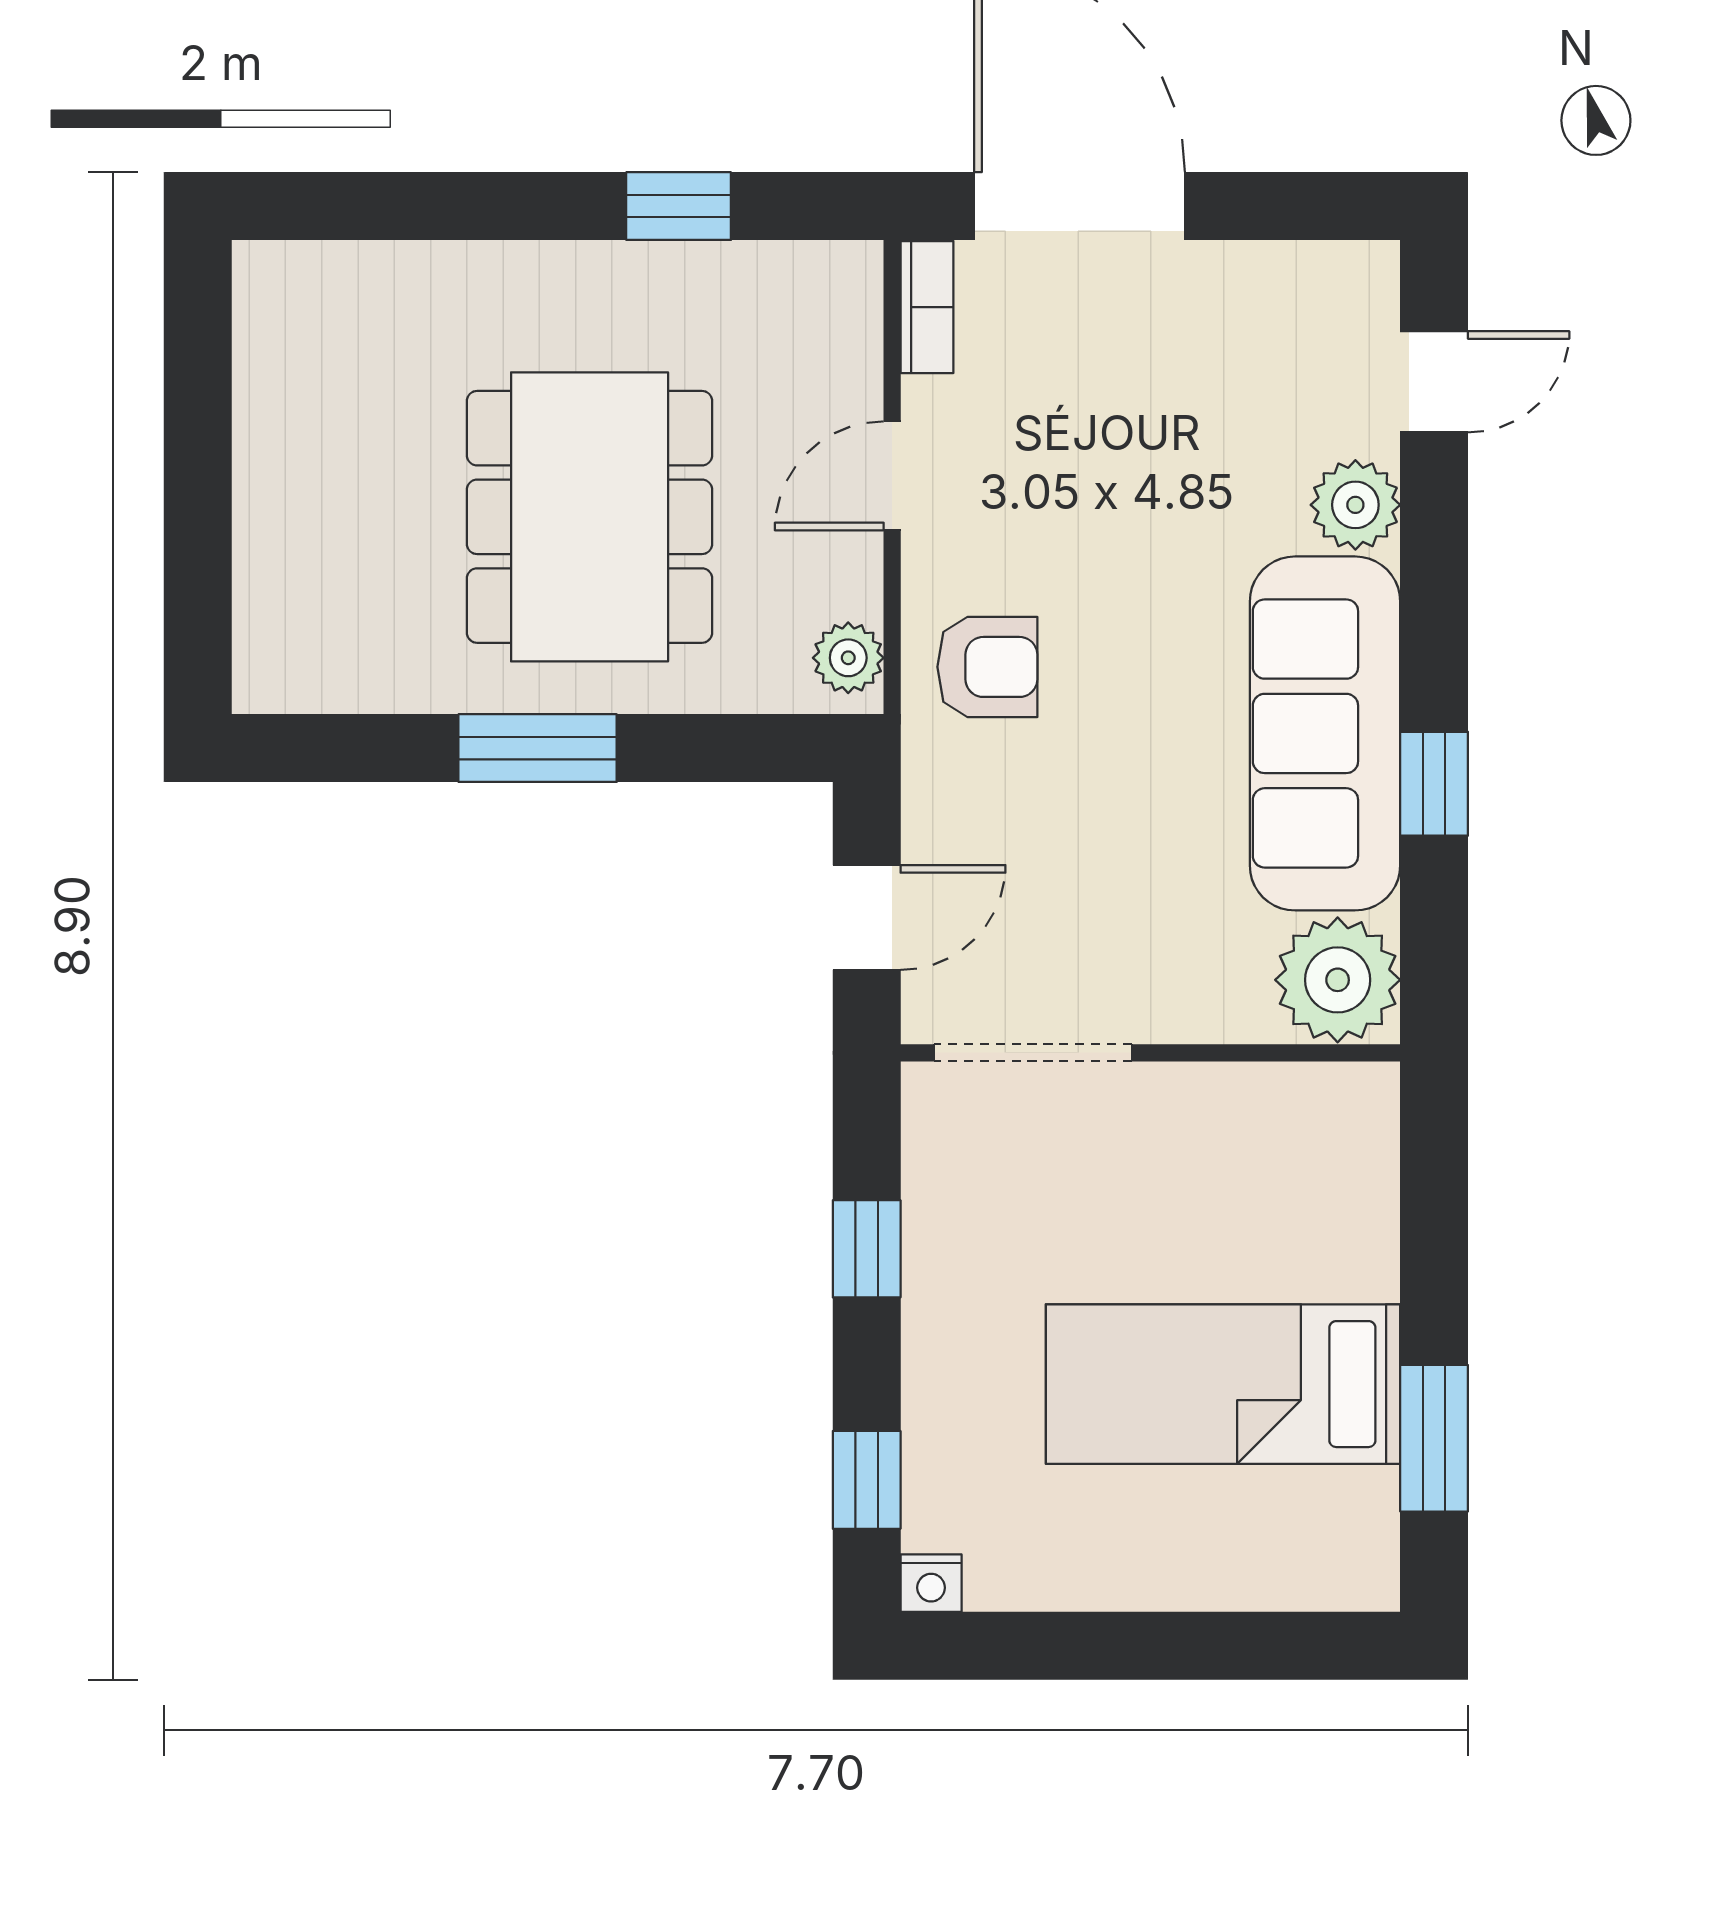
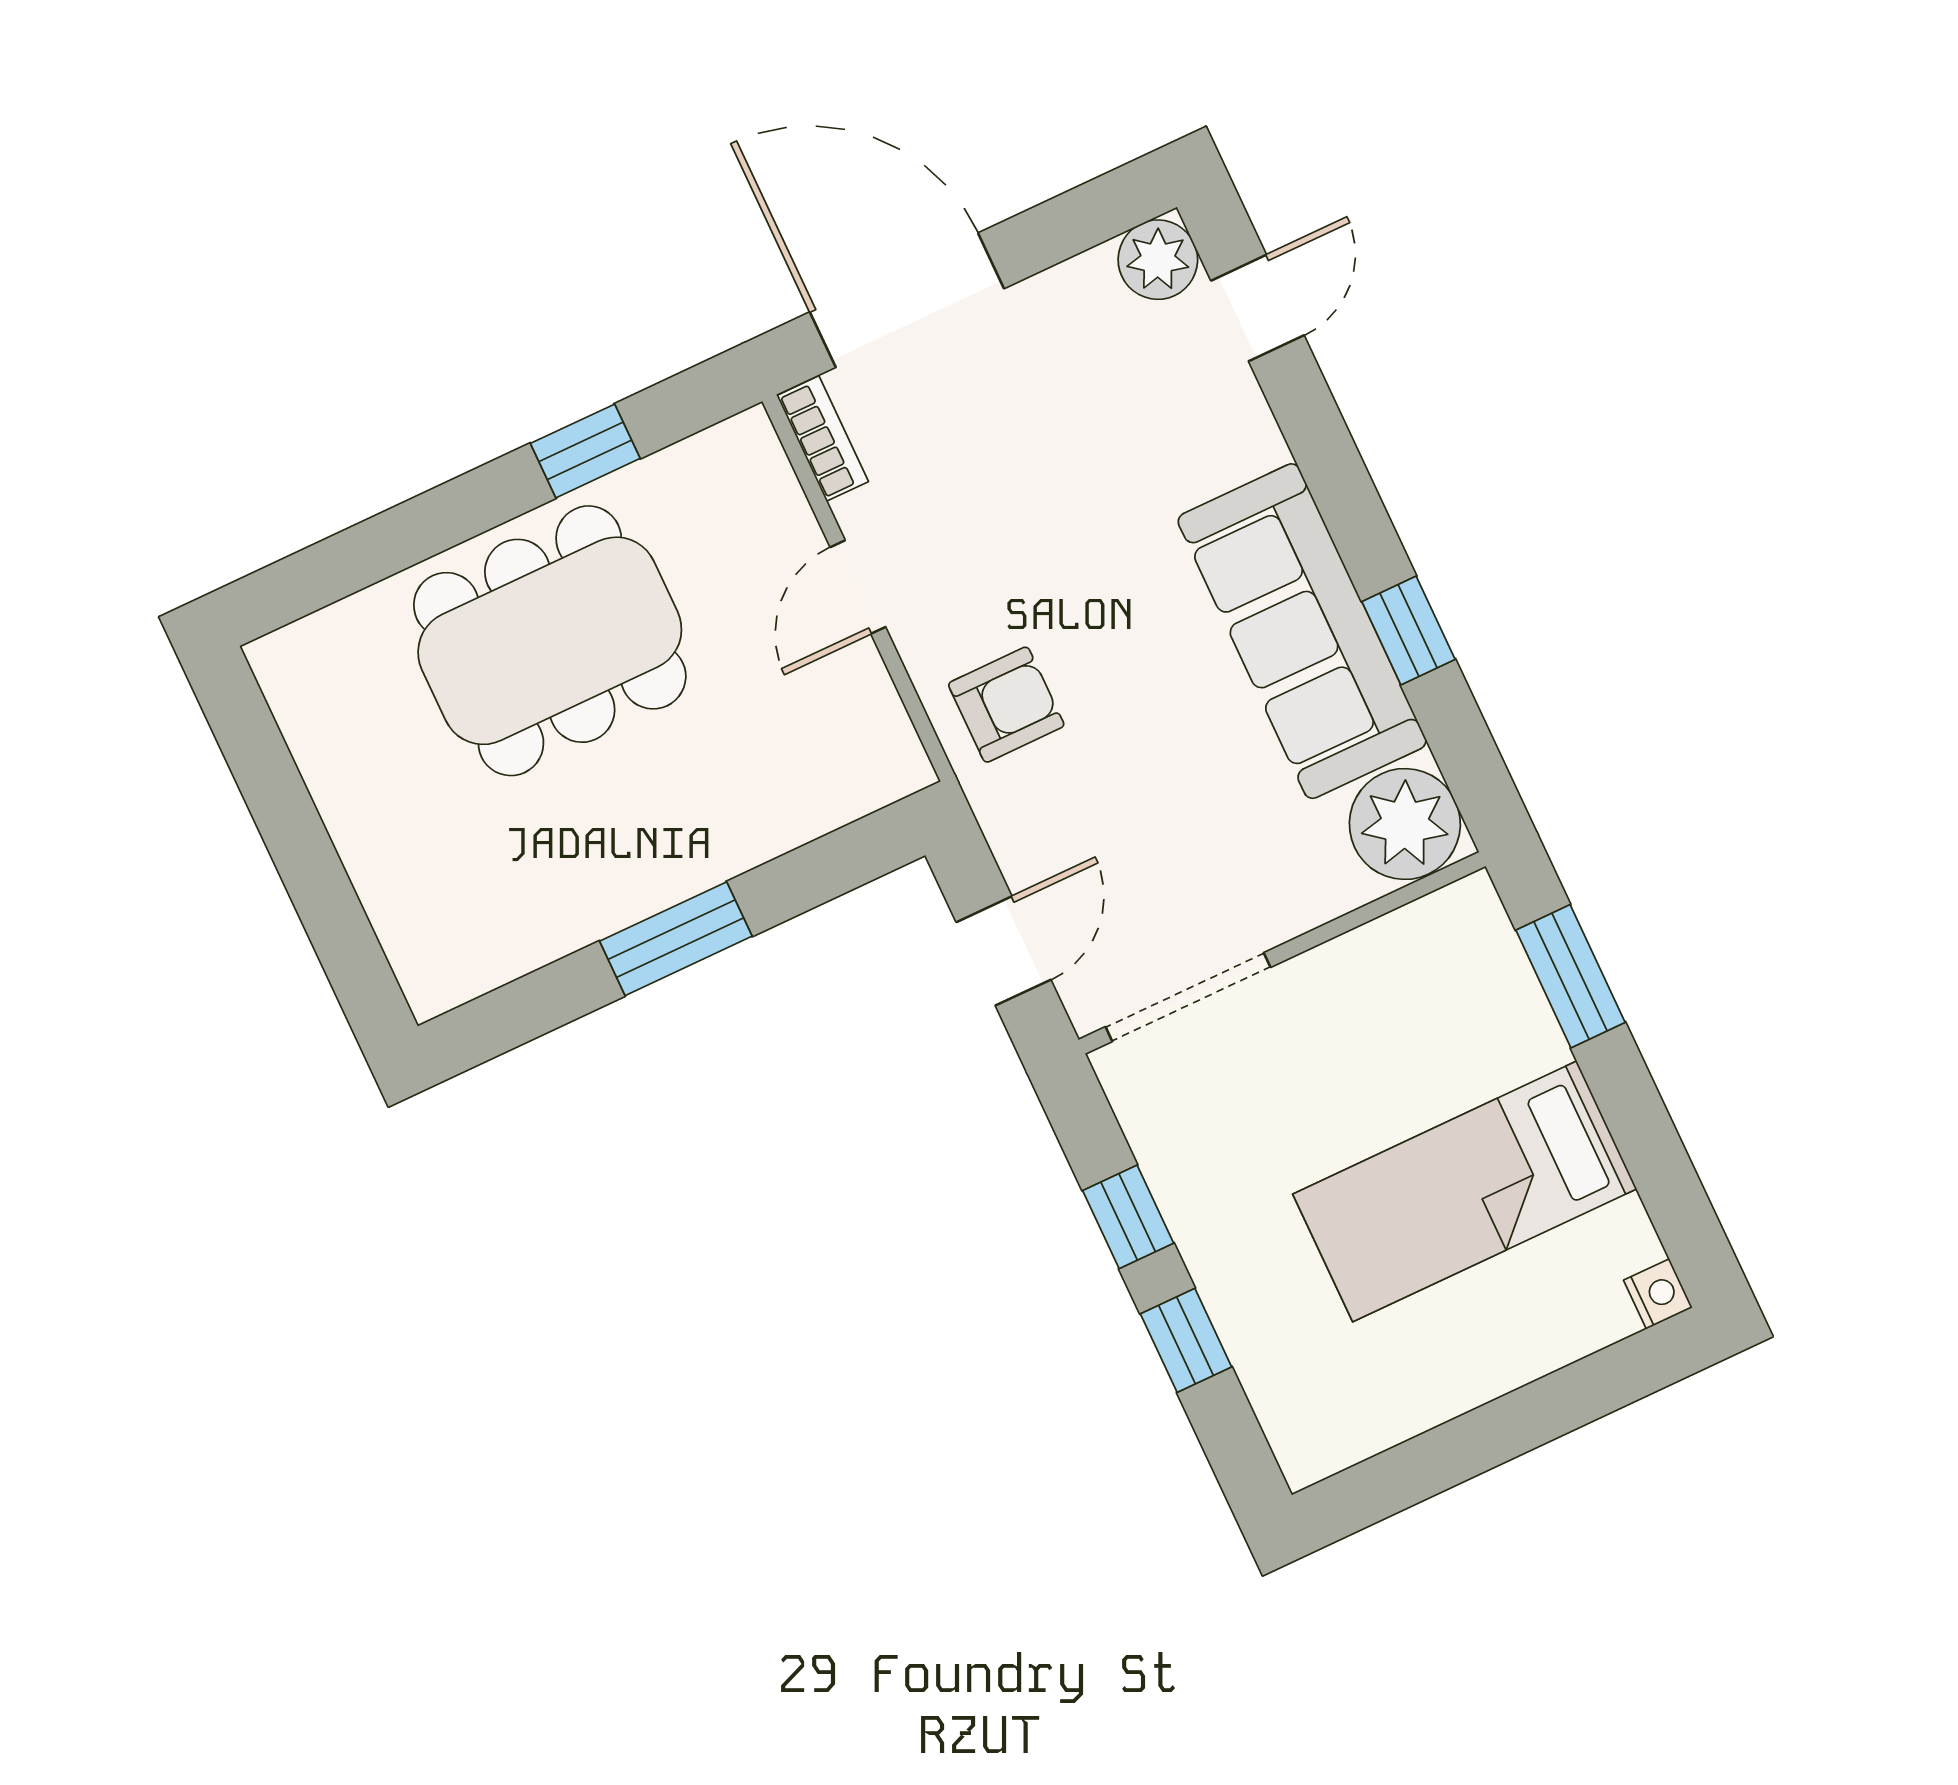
plant: (1355, 505) -> (1158, 260), moved
dining table: (590, 517) -> (550, 641), moved, turned 90
plant: (848, 658) -> (891, 750), removed
window: (1434, 1438) -> (1570, 976), moved
window: (867, 1480) -> (1186, 1340), moved
nightstand: (931, 1583) -> (1658, 1294), moved, turned -90

